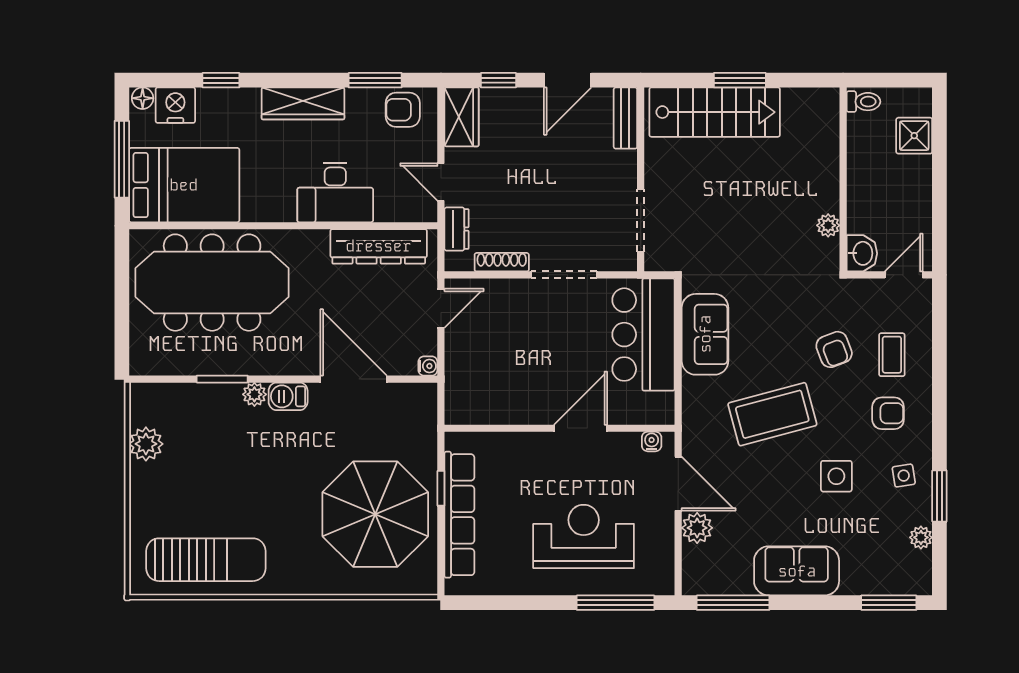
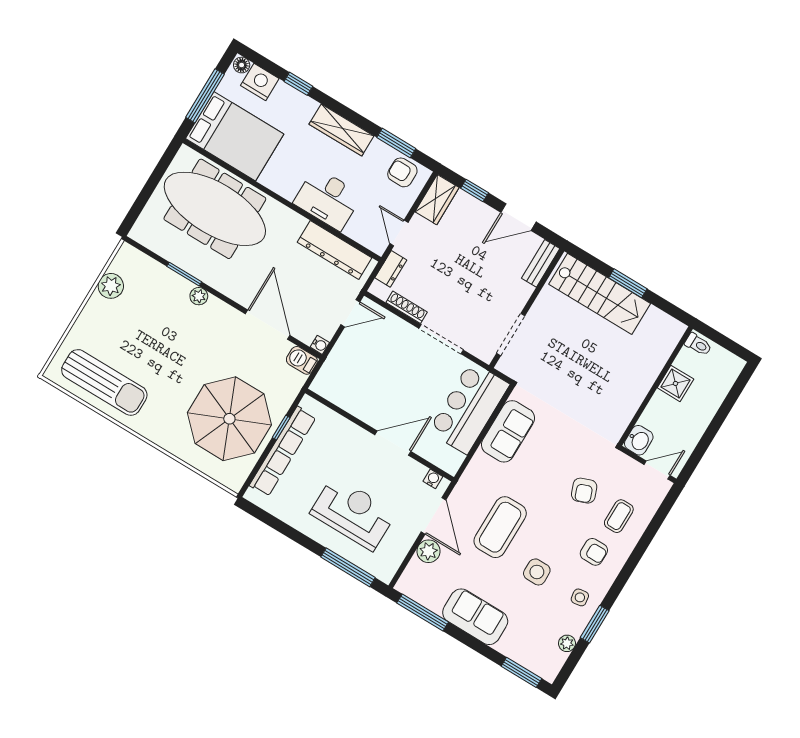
shower: (914, 136) -> (675, 383), moved
plant: (828, 225) -> (628, 409), removed
barbecue: (288, 396) -> (302, 360), moved
coffee table: (772, 414) -> (500, 527), moved, turned -75

